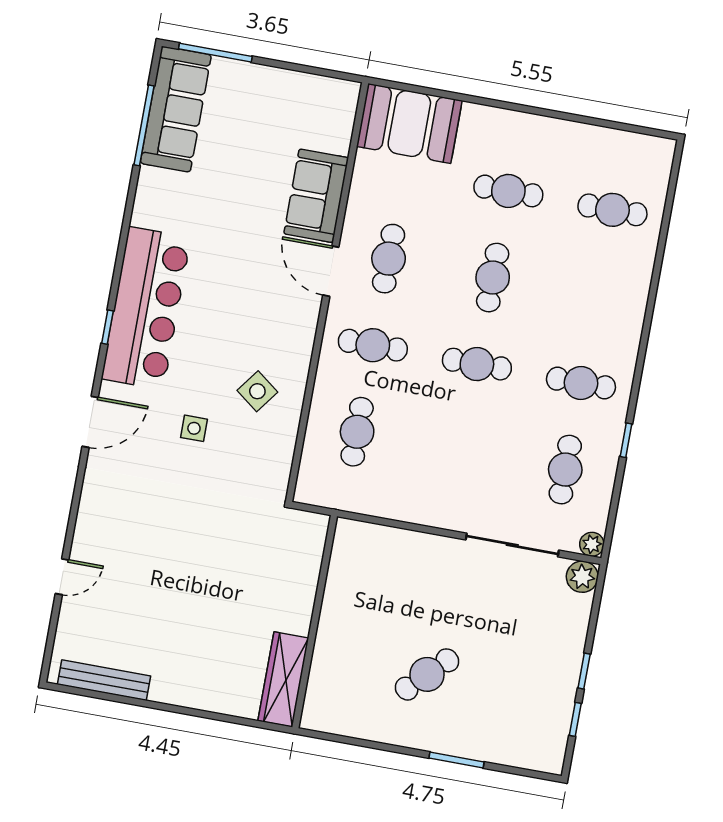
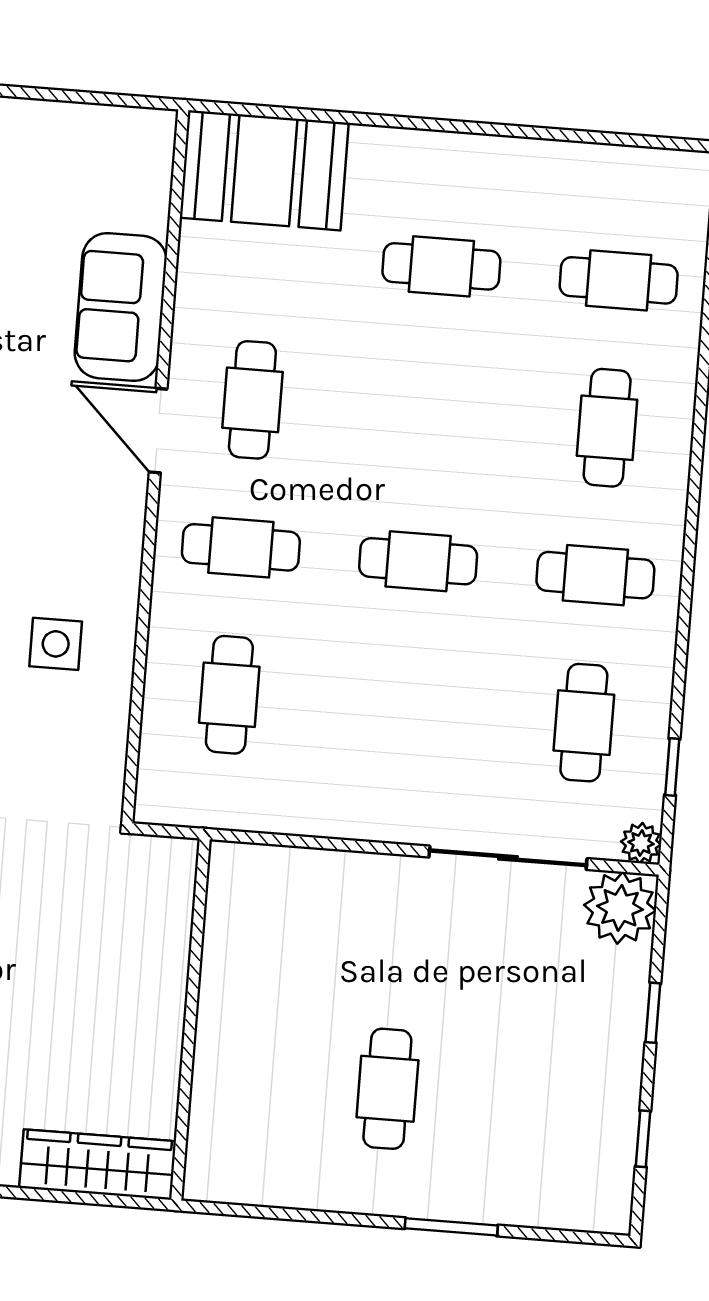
cafe table: (493, 278) -> (607, 428), moved
side table: (257, 391) -> (56, 644), turned -37
window: (626, 440) -> (672, 767), moved
plant: (582, 577) -> (620, 908), width x1.36, depth x1.36
window: (584, 671) -> (653, 1013), moved
cafe table: (427, 674) -> (387, 1089), turned -45
wardrobe: (283, 679) -> (98, 1165), moved, turned 90

